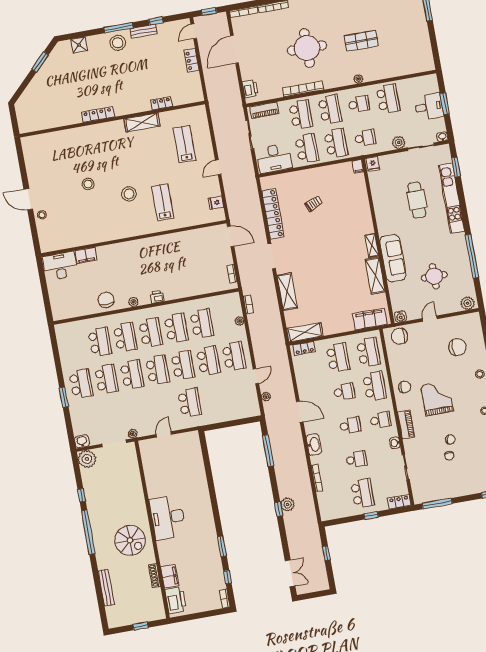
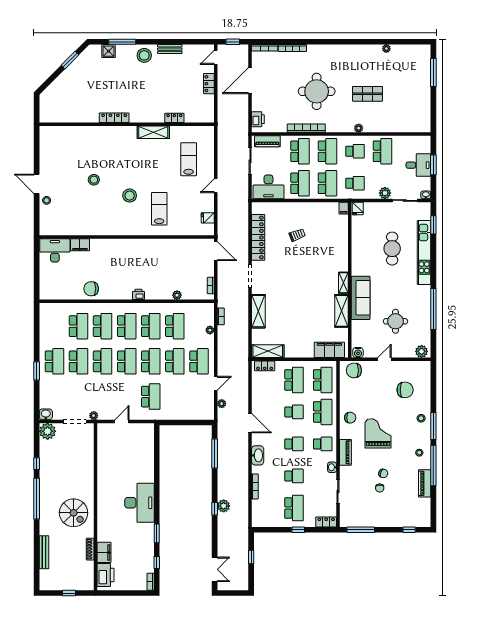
window: (156, 21) -> (183, 42), removed
window: (118, 28) -> (122, 42), moved
chair: (106, 300) -> (91, 289), turned -90
plant: (133, 302) -> (177, 295), moved
desk: (168, 517) -> (139, 503), moved, turned 180

